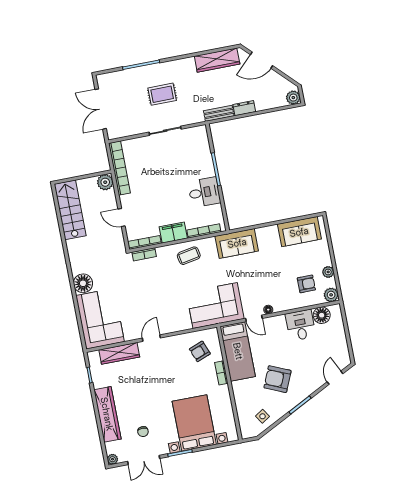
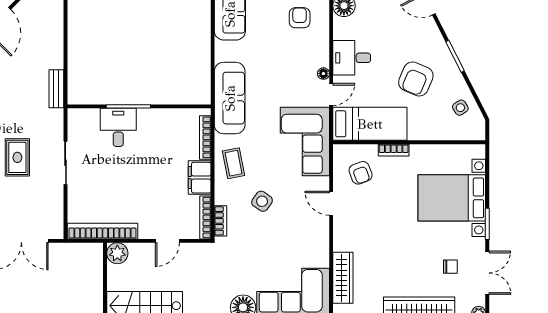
dresser: (244, 108) -> (56, 54), removed
desk: (204, 192) -> (118, 127), moved
sofa: (237, 243) -> (230, 98), width x1.36
side table: (165, 282) -> (262, 201), added
desk: (301, 325) -> (352, 58), moved
door: (151, 338) -> (331, 203), moved

